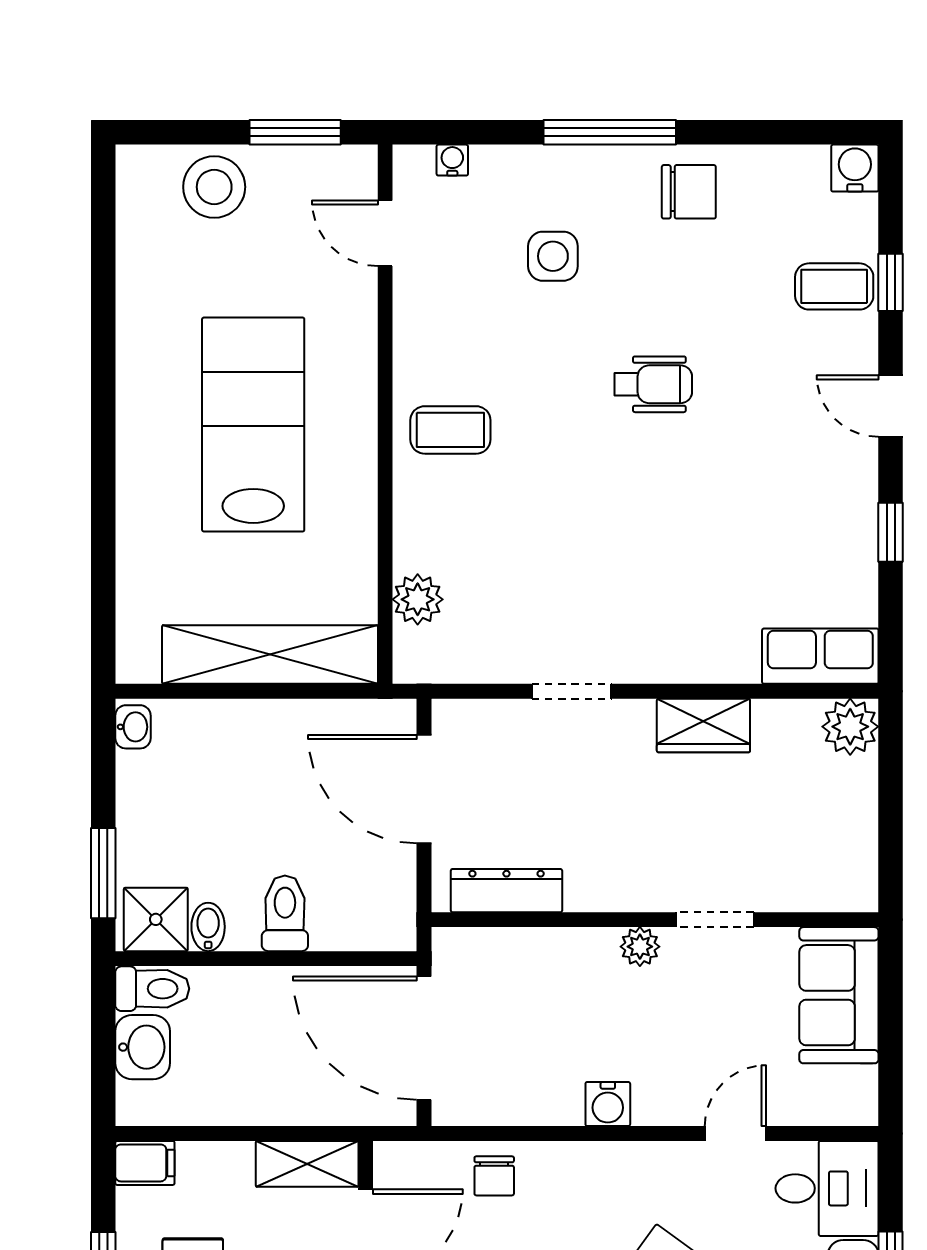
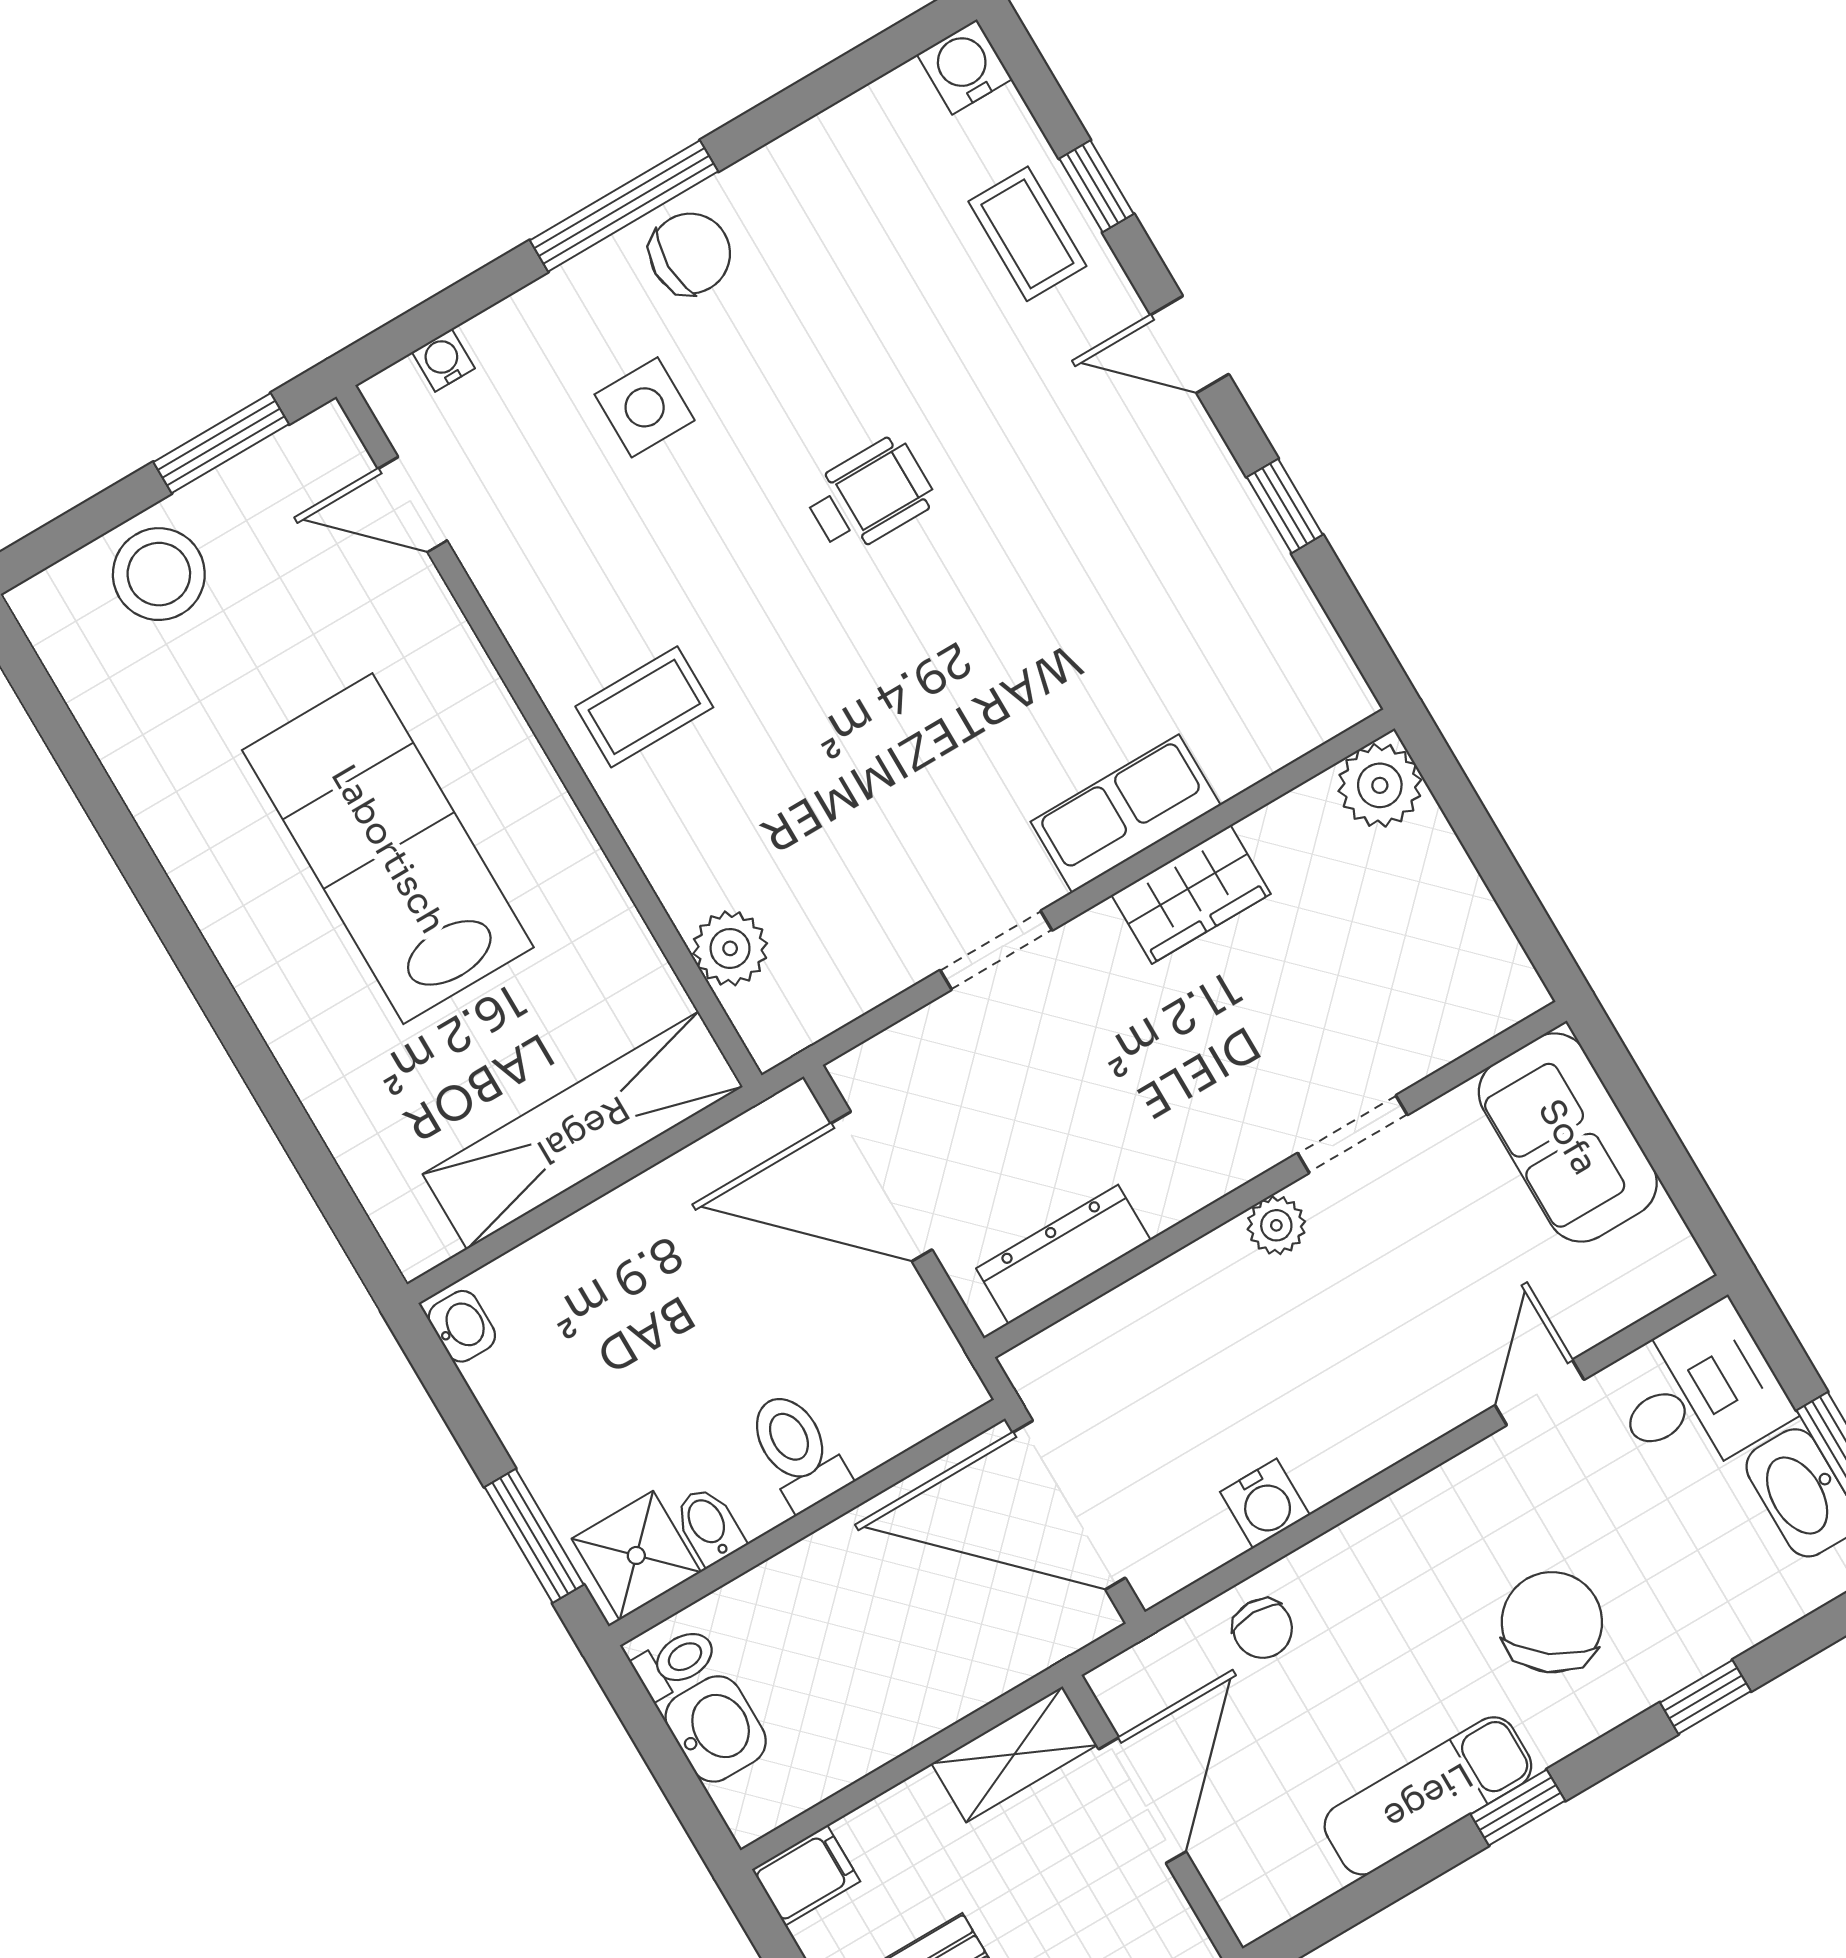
chair: (689, 192) -> (690, 254), moved
coffee table: (834, 286) -> (1027, 234), turned 90
row of seats: (820, 656) -> (1126, 813), moved
toilet: (152, 989) -> (675, 1662), width x0.73, depth x0.72
water cooler: (608, 1104) -> (1265, 1503), moved

